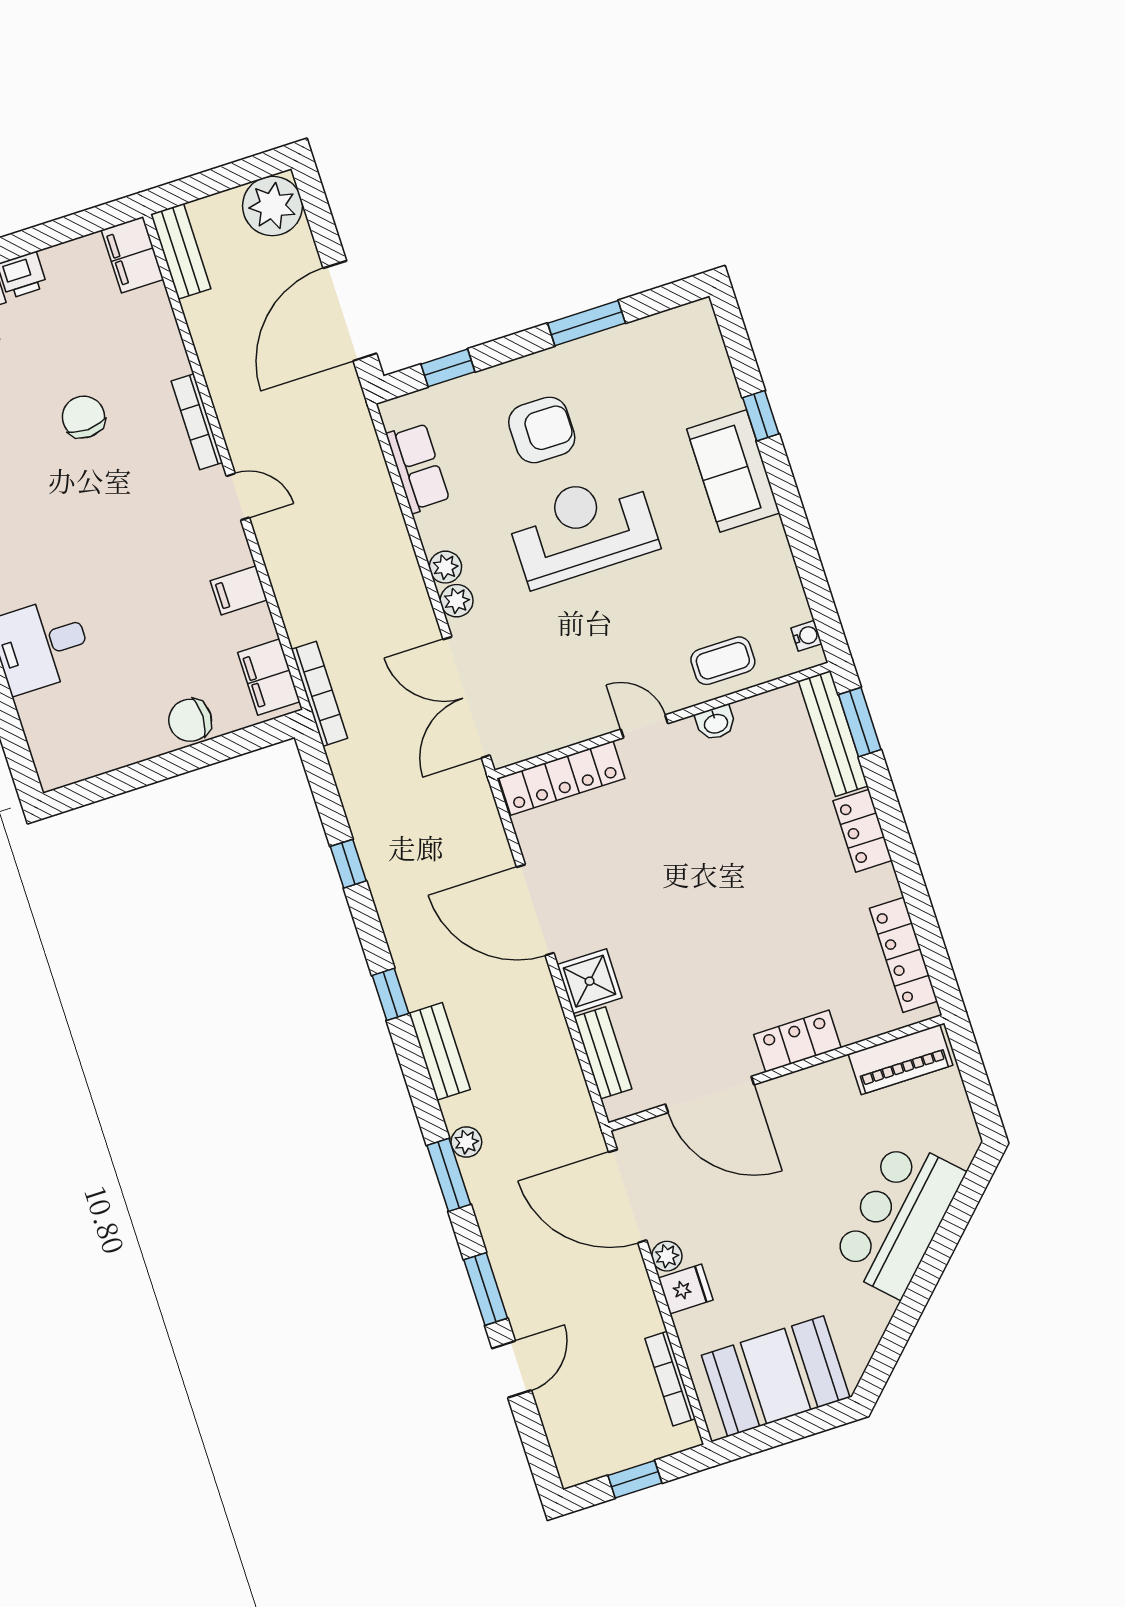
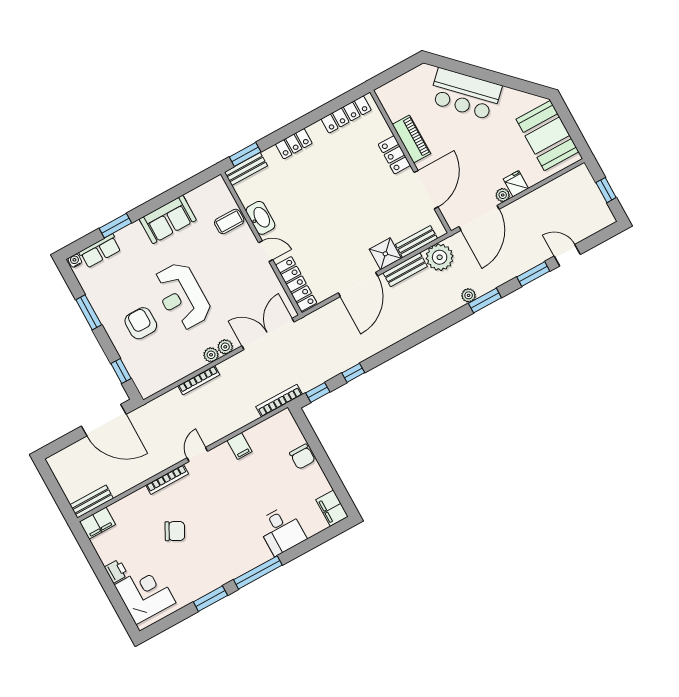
plant: (272, 206) -> (440, 257), moved
window: (761, 416) -> (115, 226), width x1.50
chair: (83, 417) -> (175, 531), turned -150
row of seats: (418, 468) -> (100, 251), moved, turned 180
sofa: (733, 471) -> (168, 219), moved
water cooler: (806, 636) -> (75, 261), moved
coffee table: (723, 661) -> (229, 221), turned 90
filing cabinet: (269, 677) -> (332, 508), moved, turned 90
double door: (467, 697) -> (268, 334), swing flipped
washbasin: (716, 723) -> (260, 218), width x1.91, depth x1.45
door: (644, 726) -> (266, 251), swing flipped
bench: (833, 733) -> (246, 169), width x0.73
window: (390, 994) -> (318, 392), moved
bench: (440, 1051) -> (405, 270), moved
piano: (900, 1060) -> (411, 139), moved
bookcase: (670, 1379) -> (199, 380), moved

